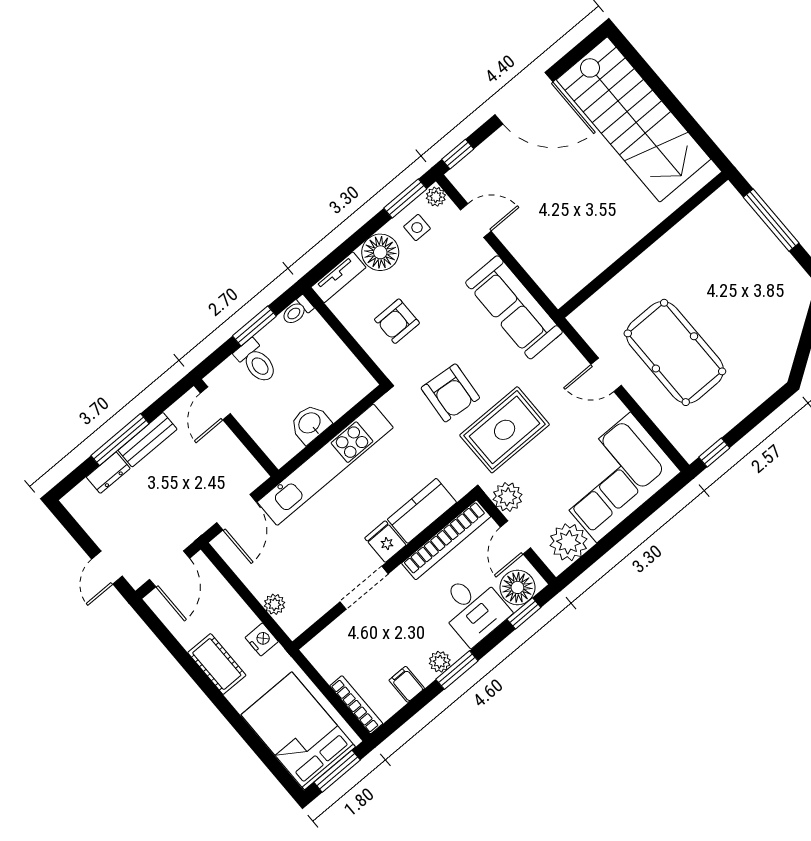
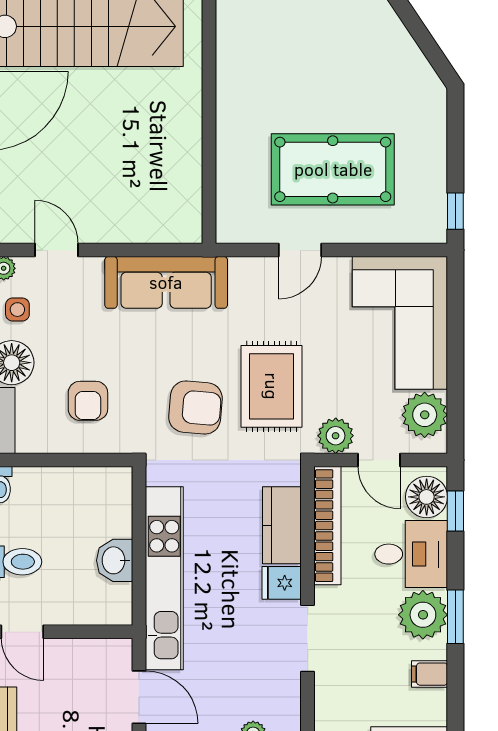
door: (476, 220) -> (56, 250), hinge flipped
plant: (440, 662) -> (423, 615), width x1.87, depth x1.87

